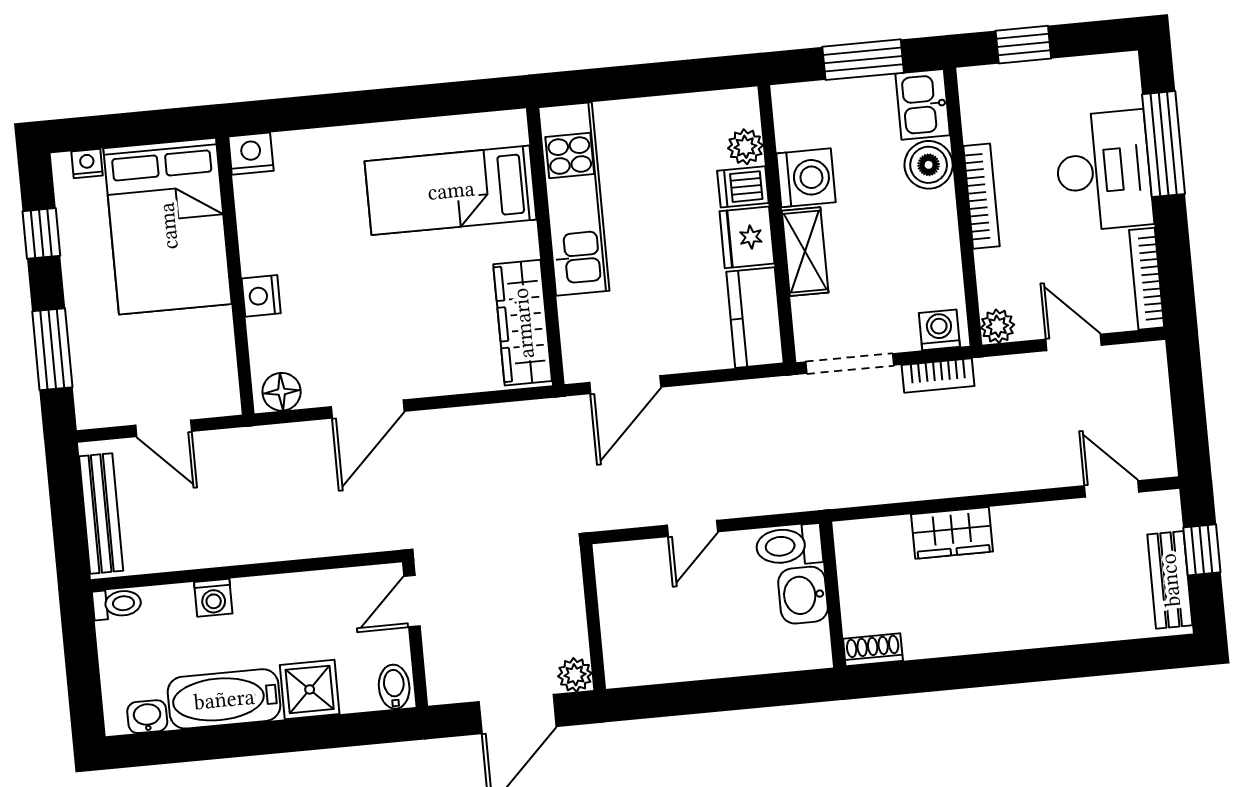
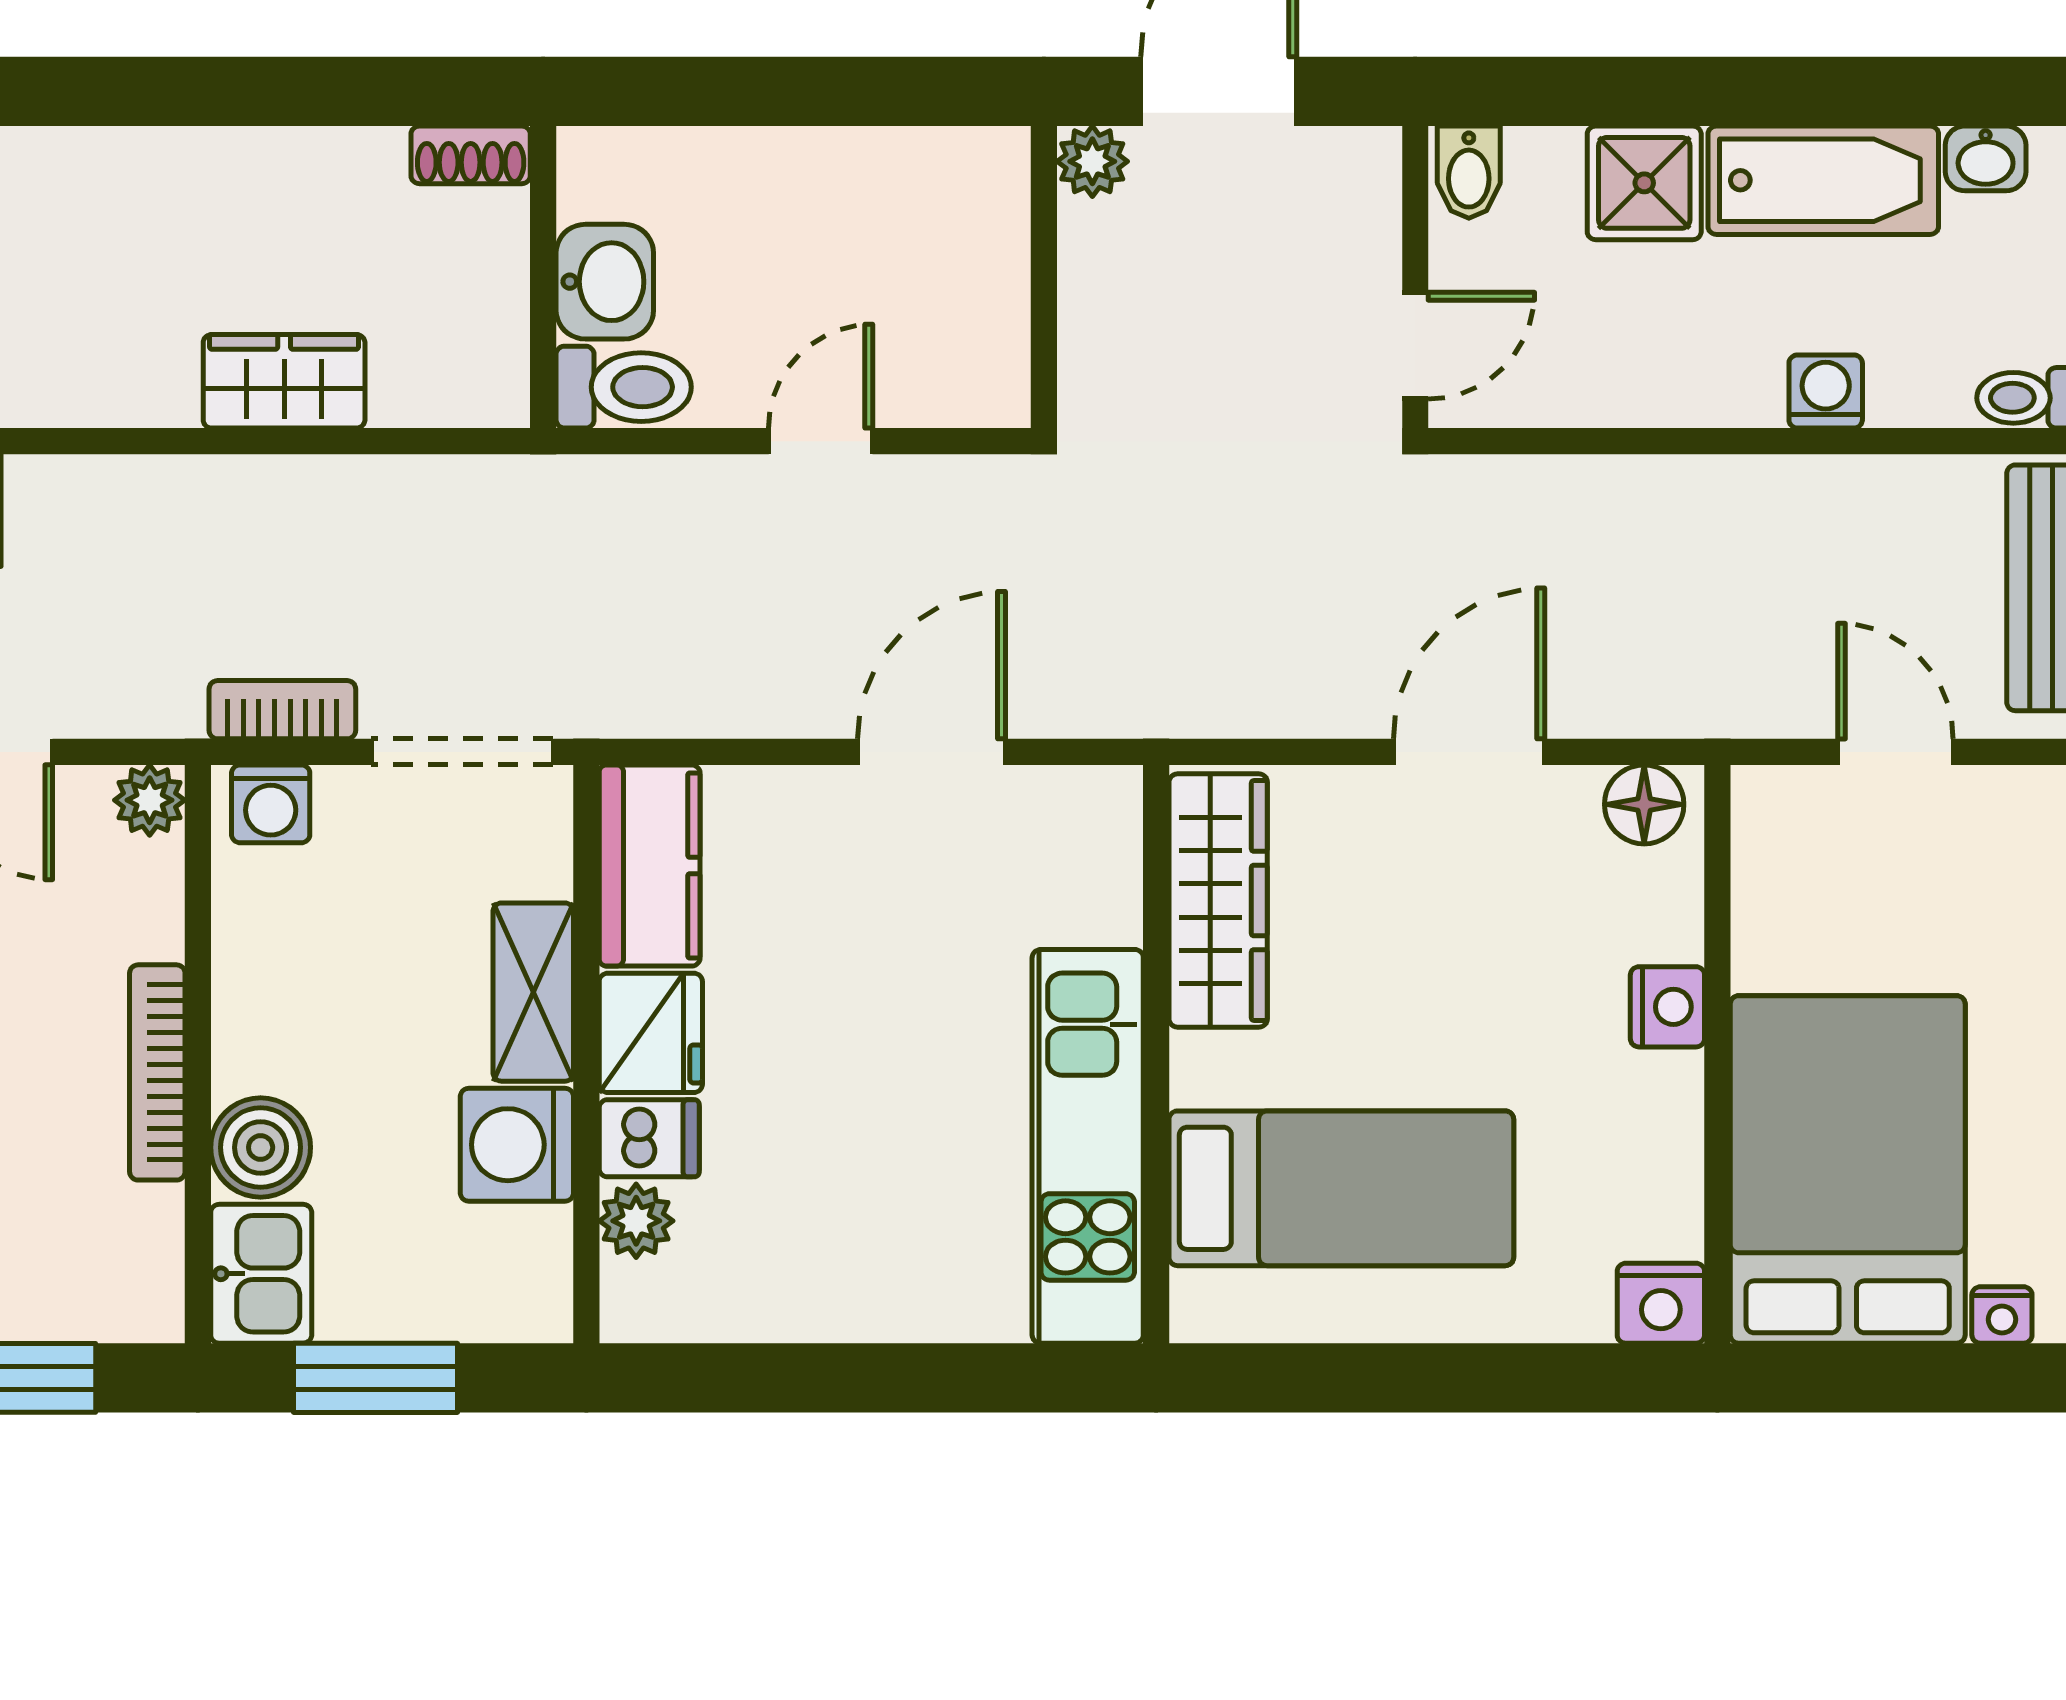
bed: (451, 190) -> (1341, 1188), moved
kitchen unit: (574, 199) -> (1088, 1146), moved
wall: (545, 246) -> (1156, 1054), moved
wardrobe: (523, 323) -> (1218, 900), moved

